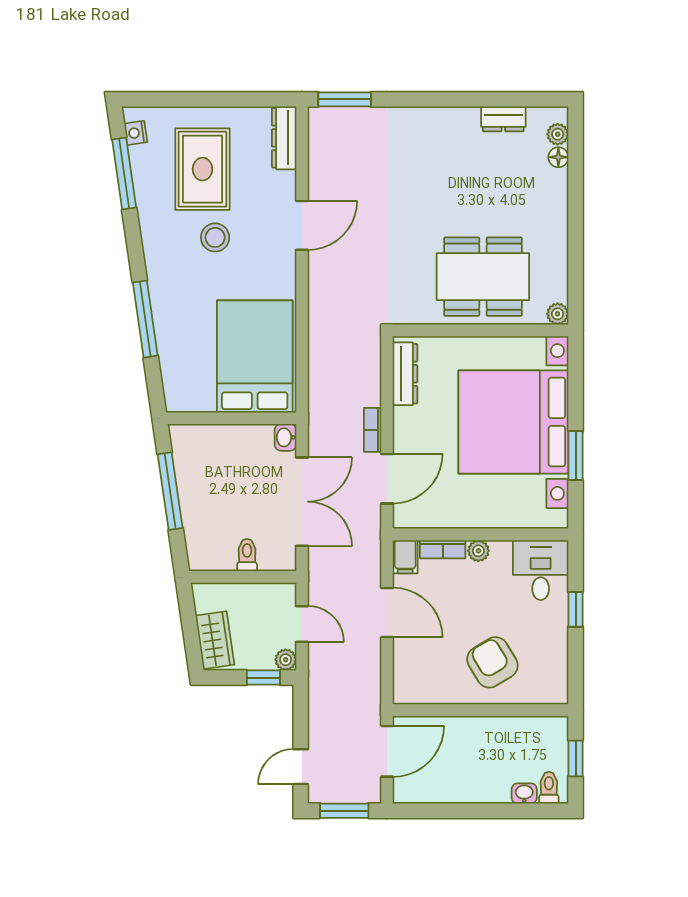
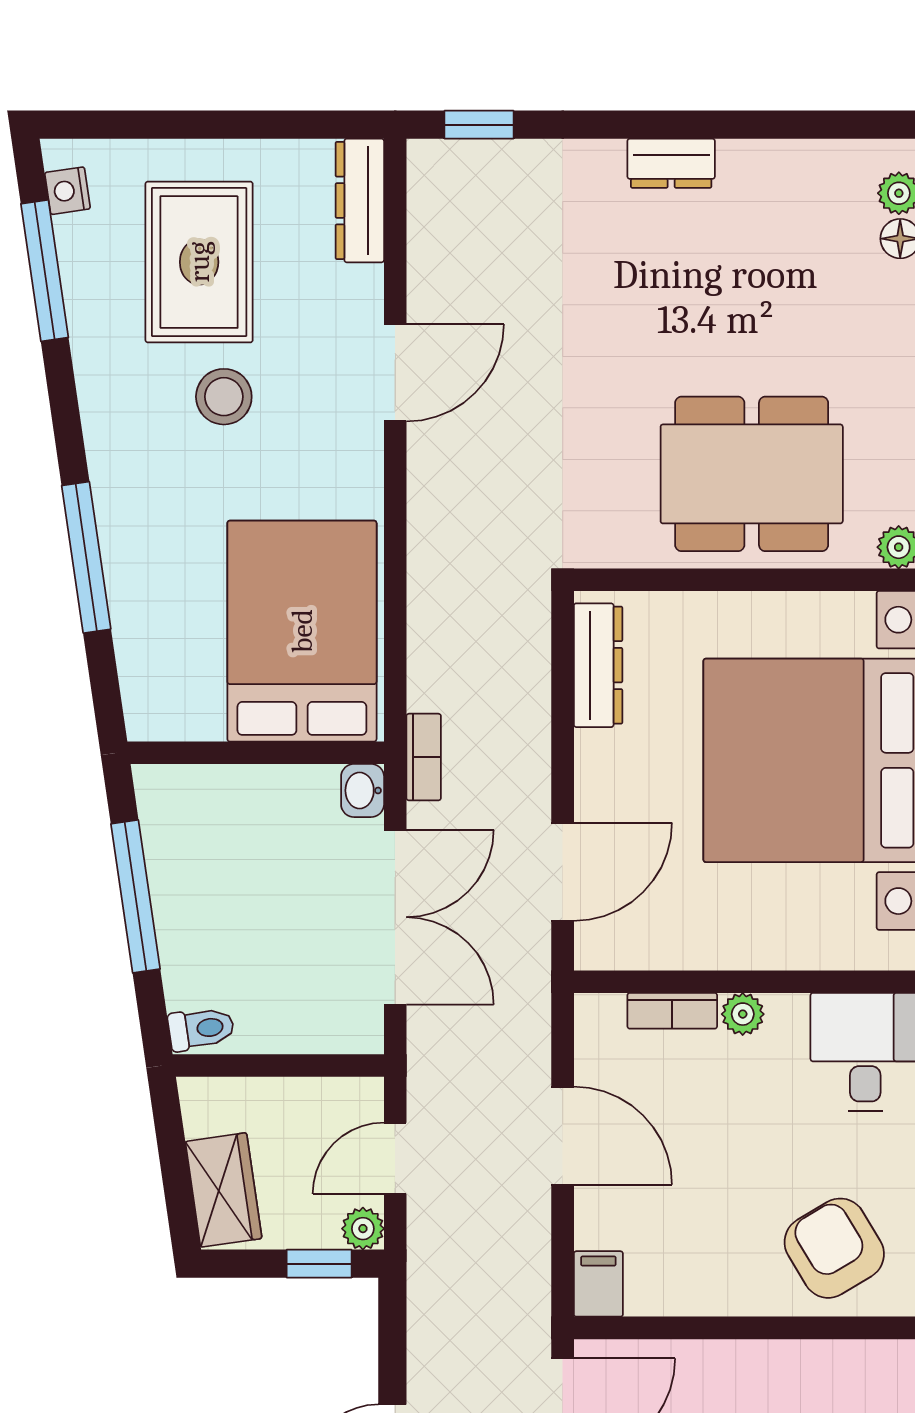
window: (345, 99) -> (479, 125), width x0.67
dresser: (503, 119) -> (671, 163), moved
bookcase: (373, 430) -> (424, 757), moved, turned 180
toilet: (247, 555) -> (201, 1029), moved, turned 82
filing cabinet: (405, 557) -> (598, 1284), moved, turned 180
door: (302, 624) -> (395, 1158), swing flipped
armchair: (492, 662) -> (834, 1248), moved

